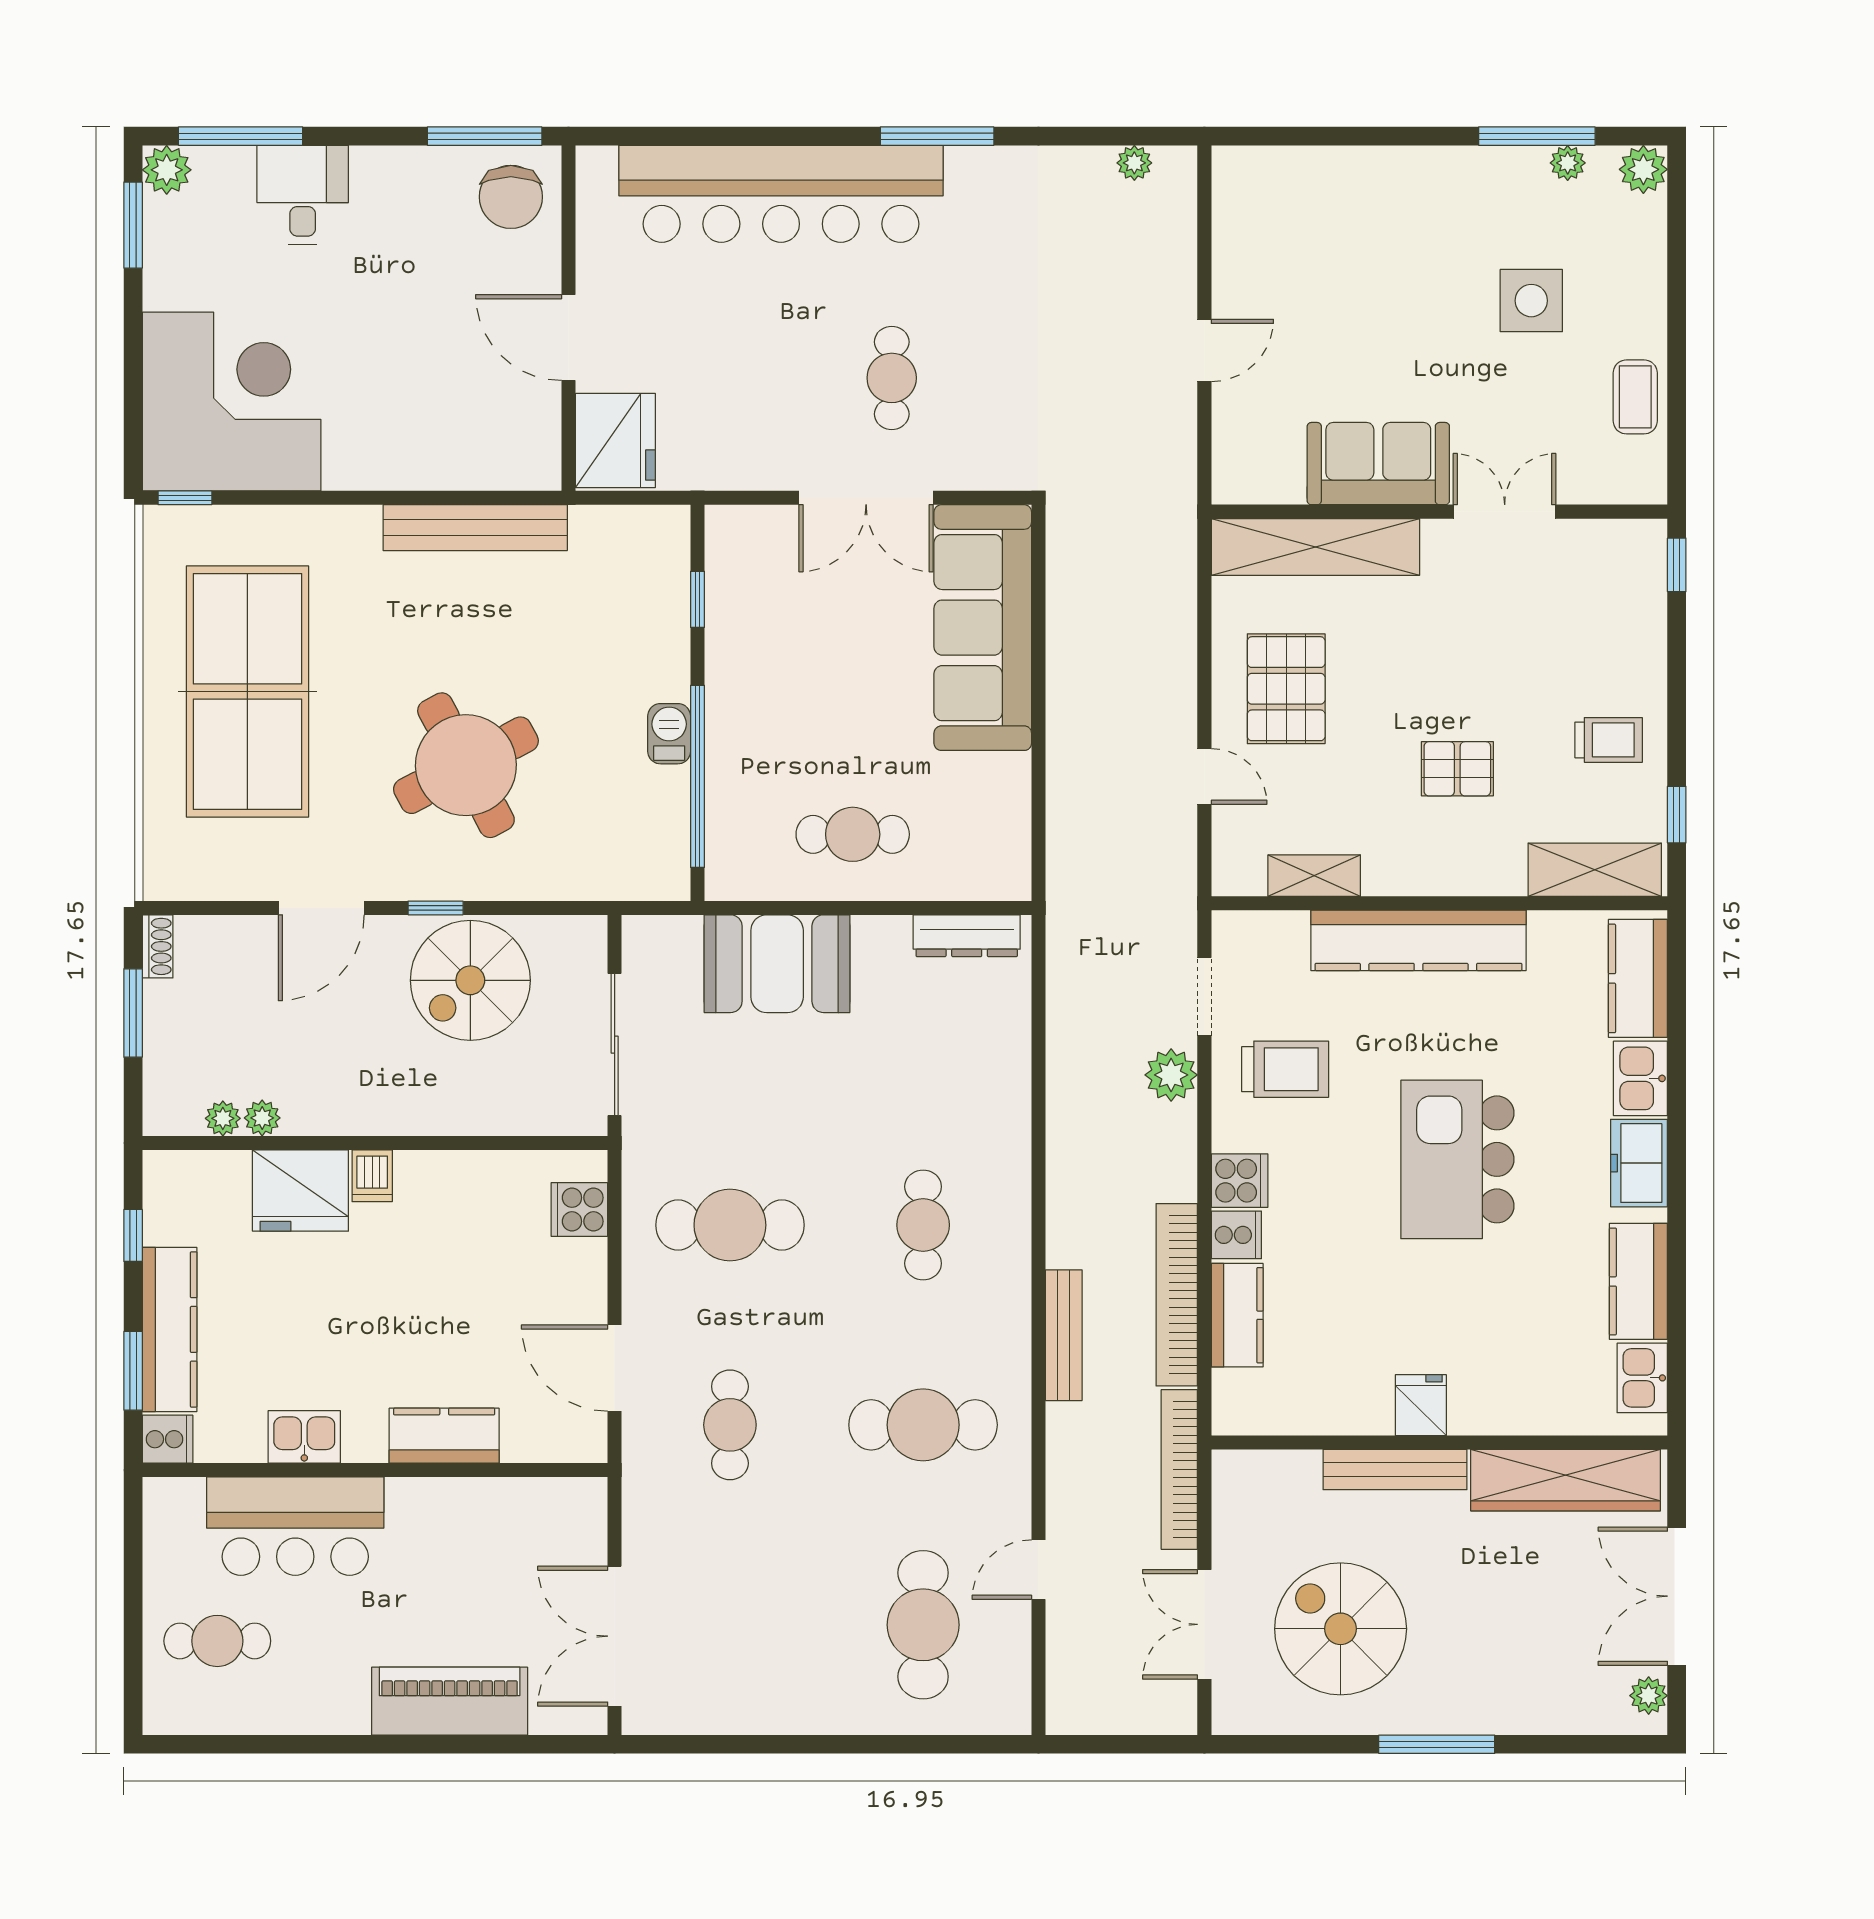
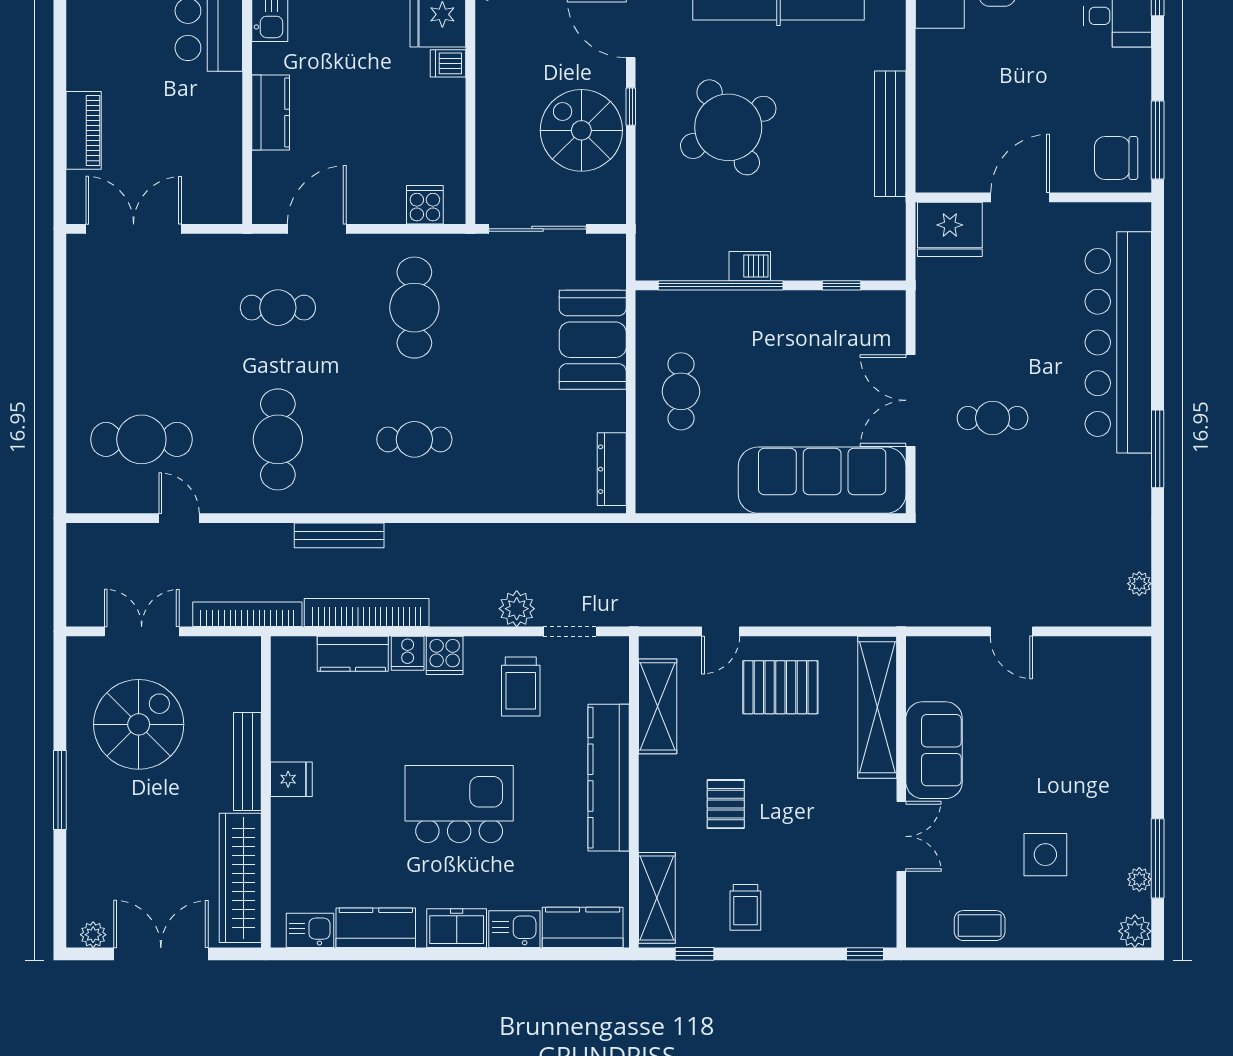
shelving: (1314, 876) -> (658, 706), width x1.50, depth x1.33
piano: (450, 1701) -> (84, 130), width x0.73, depth x0.75

